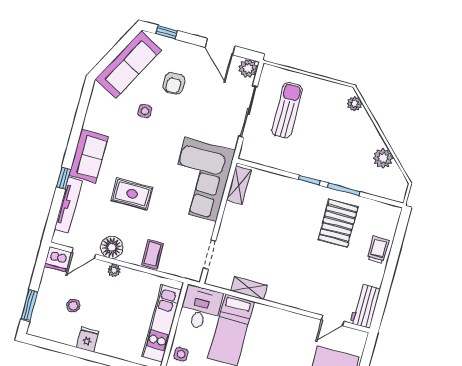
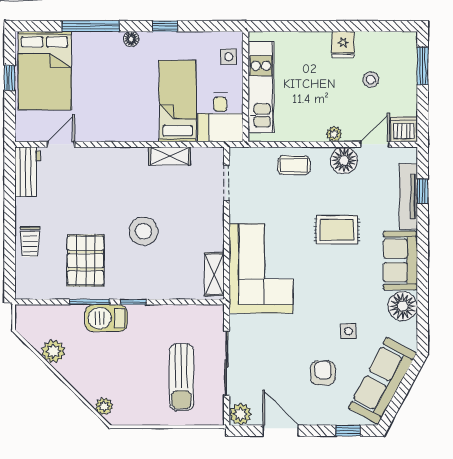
floor lamp: (96, 119) -> (403, 306), added
barbecue: (334, 173) -> (106, 318), added
window: (64, 178) -> (423, 191), moved
stool: (286, 234) -> (143, 231), added
coffee table: (153, 254) -> (294, 165), turned 90

